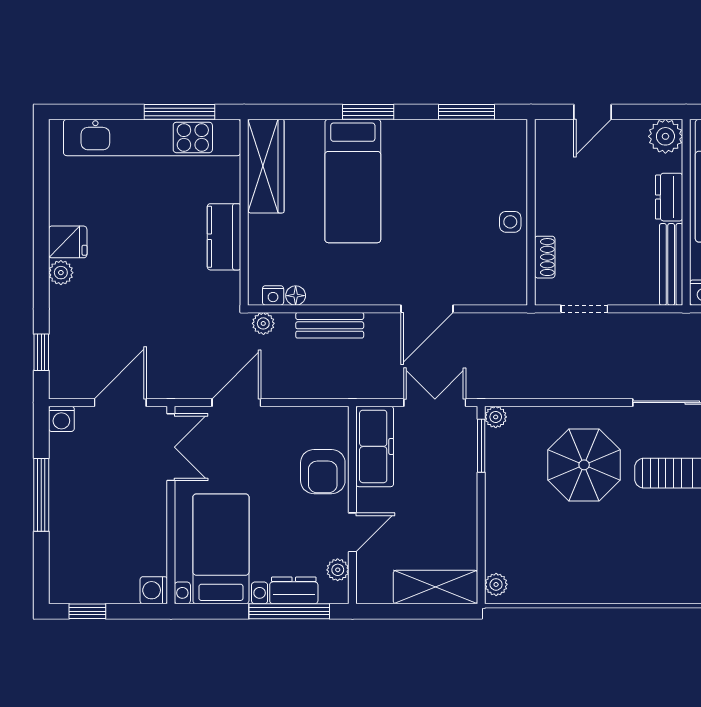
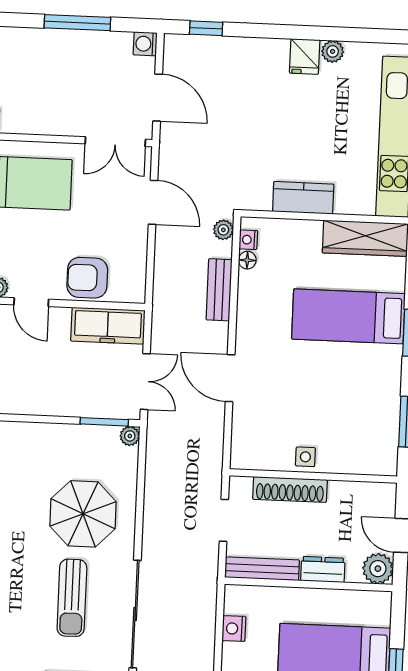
plant: (665, 136) -> (378, 569), moved
dresser: (669, 197) -> (323, 570), moved
wall: (686, 212) -> (308, 584), moved
shoe rack: (545, 257) -> (290, 489), width x1.94, depth x1.24
bench: (671, 264) -> (262, 569), moved
plant: (61, 273) -> (333, 51), moved

